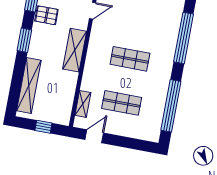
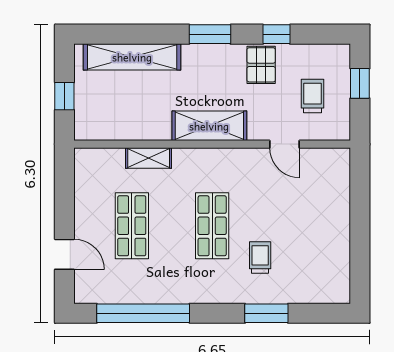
trolley: (152, 36) -> (260, 258), added
window: (184, 38) -> (266, 313), width x0.47
shelving: (83, 104) -> (149, 158), moved
door: (94, 136) -> (64, 254), moved

